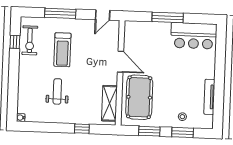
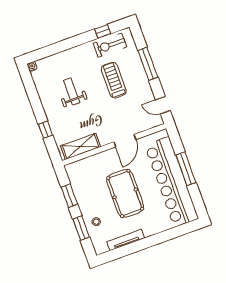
bar counter: (194, 36) -> (172, 182), width x1.86
treadmill: (62, 50) -> (114, 80), turned 90
weight bench: (57, 91) -> (72, 92), turned -90
pool table: (139, 97) -> (125, 193), moved, turned 90

